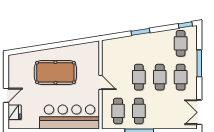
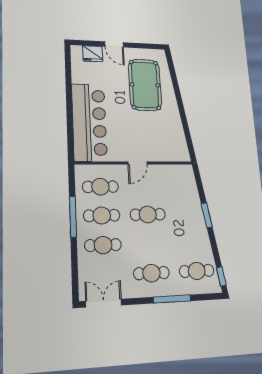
pool table: (55, 72) -> (145, 85), moved
cafe table: (160, 77) -> (103, 245), moved

